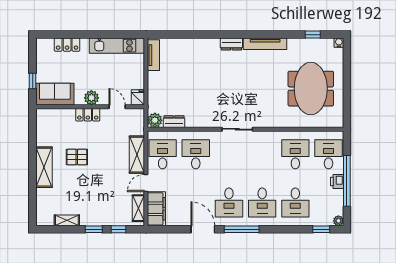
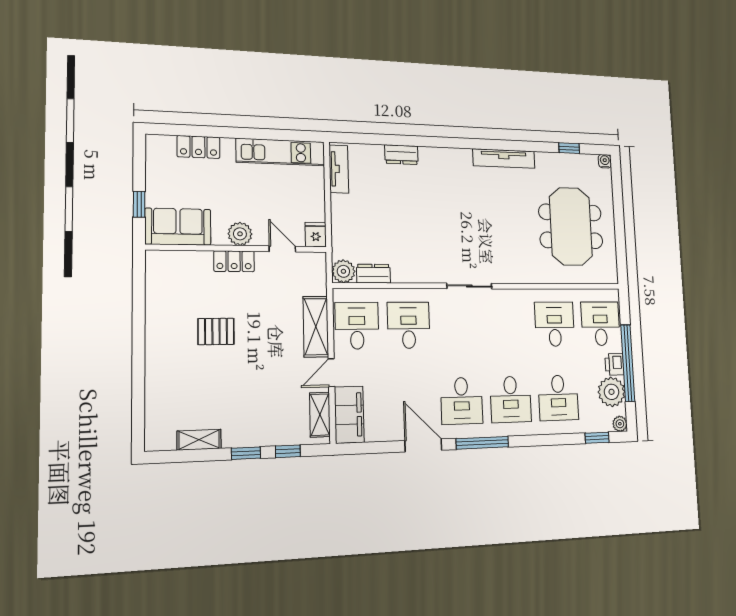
dresser: (231, 44) -> (401, 155), moved
shelving: (44, 167) -> (159, 349), removed
plant: (334, 200) -> (612, 392), added

